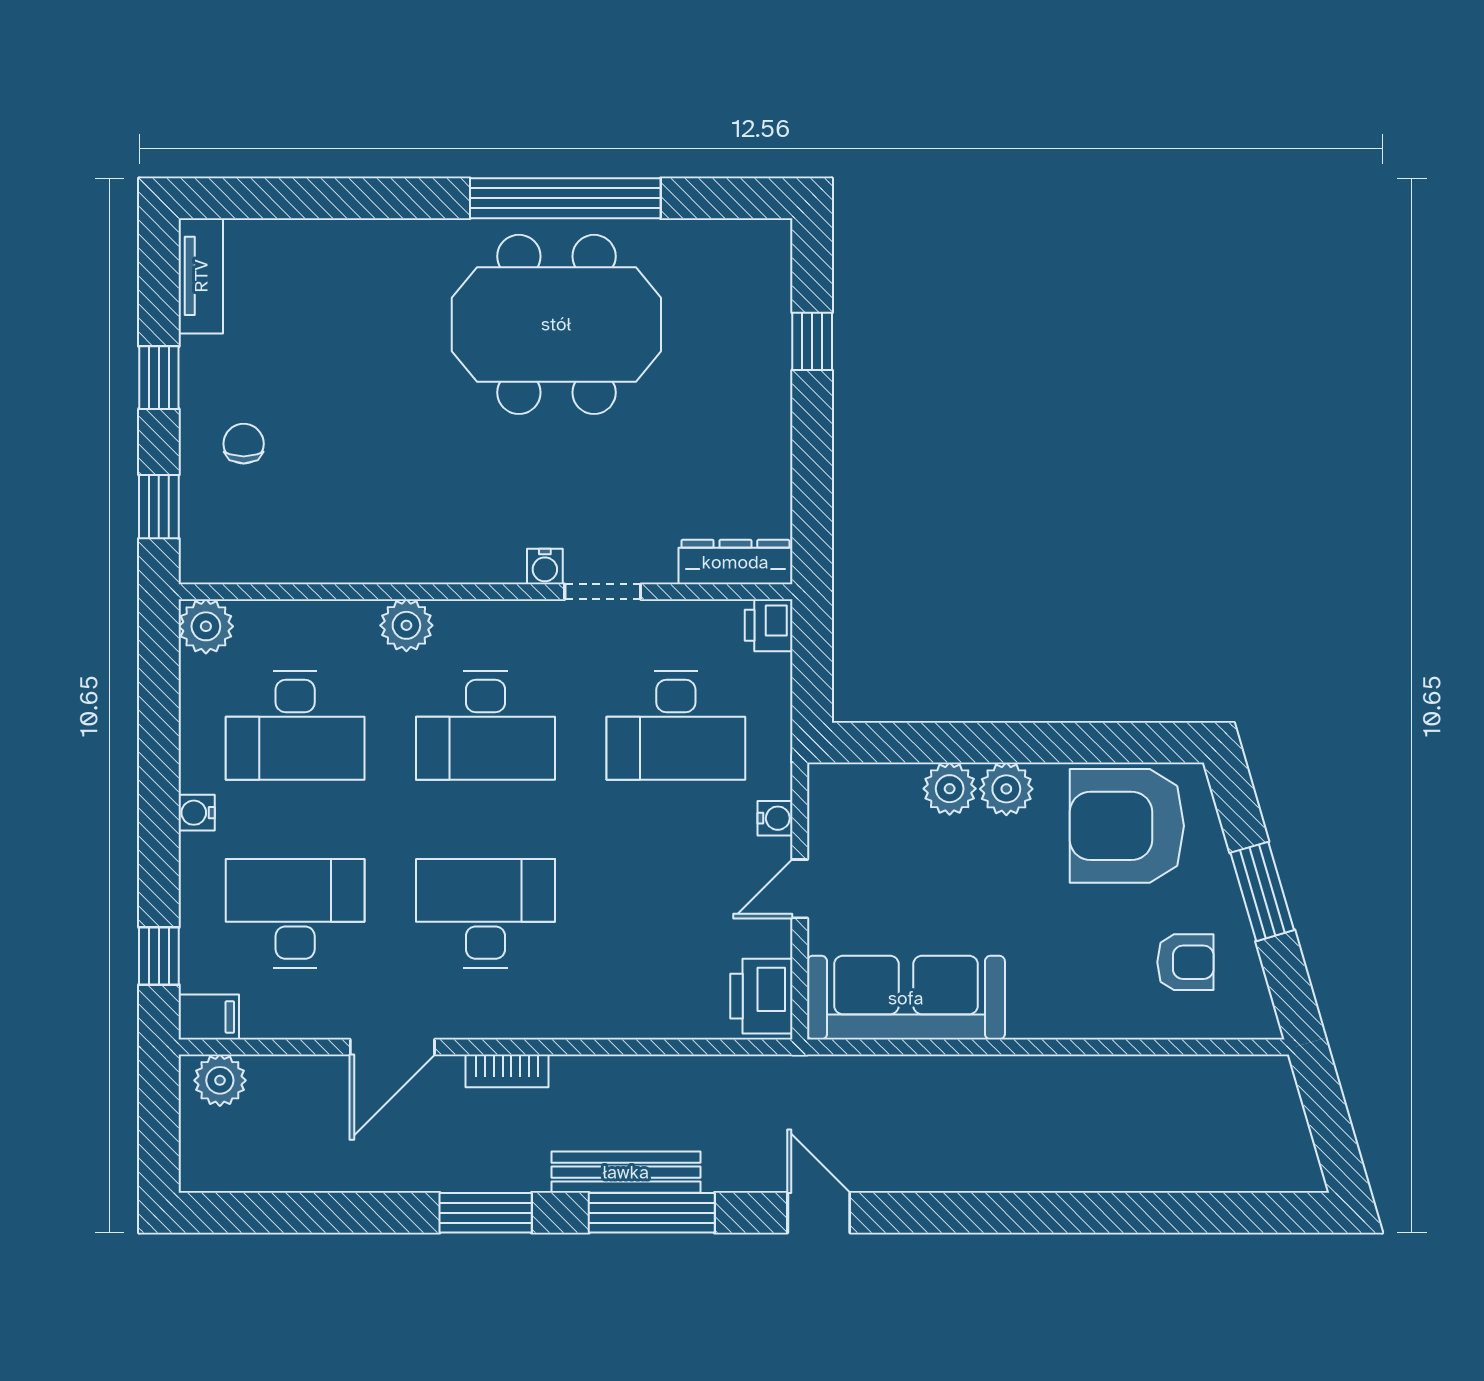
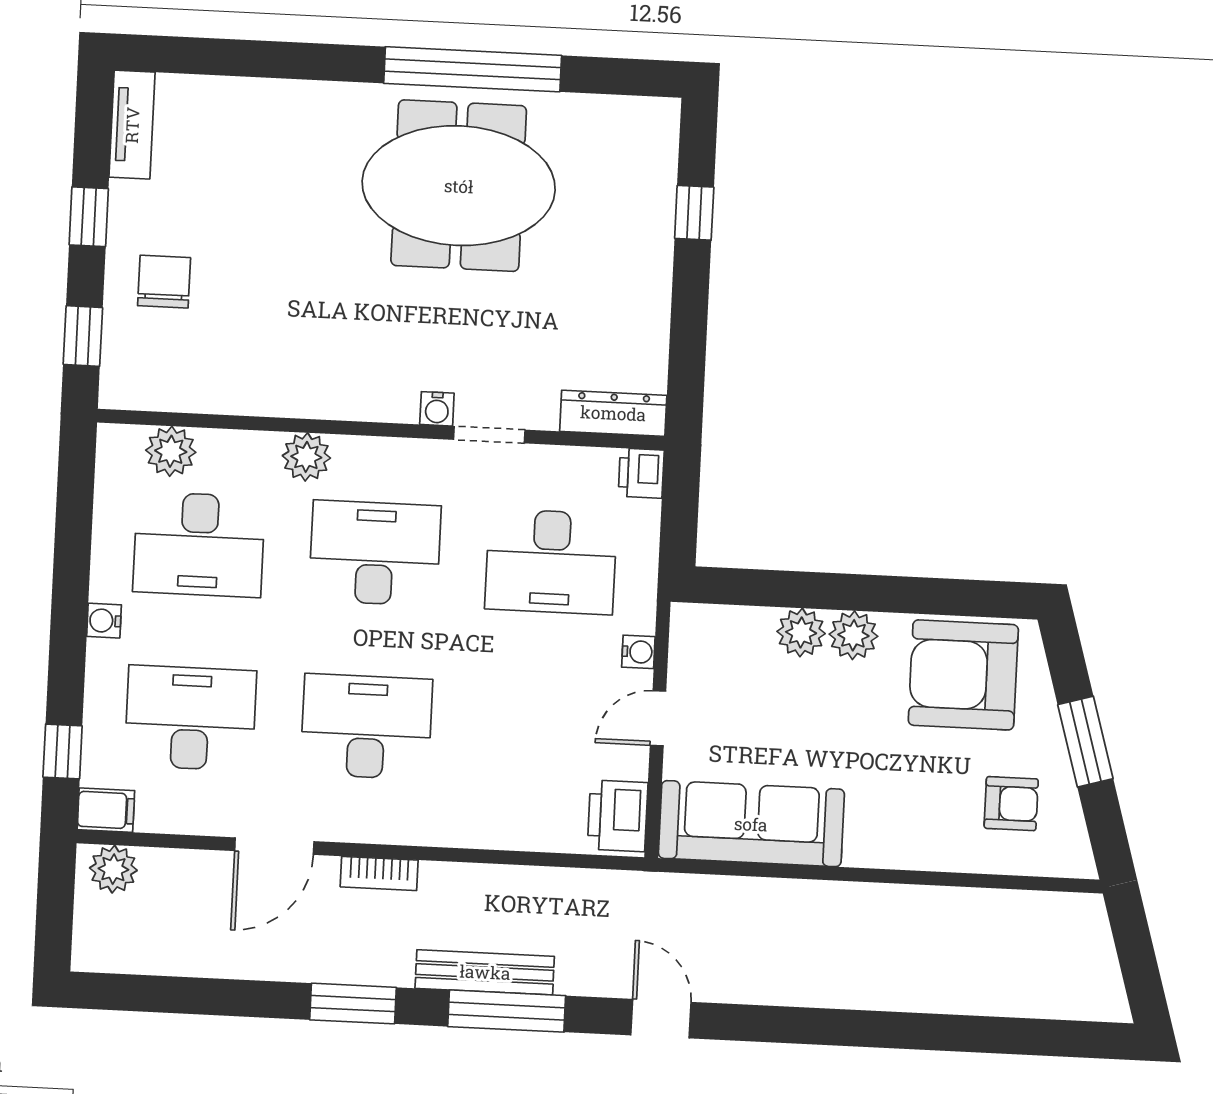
chair: (244, 444) -> (164, 282), width x1.37, depth x1.37
plant: (206, 626) -> (171, 451), moved
desk: (486, 725) -> (375, 553), turned 180

